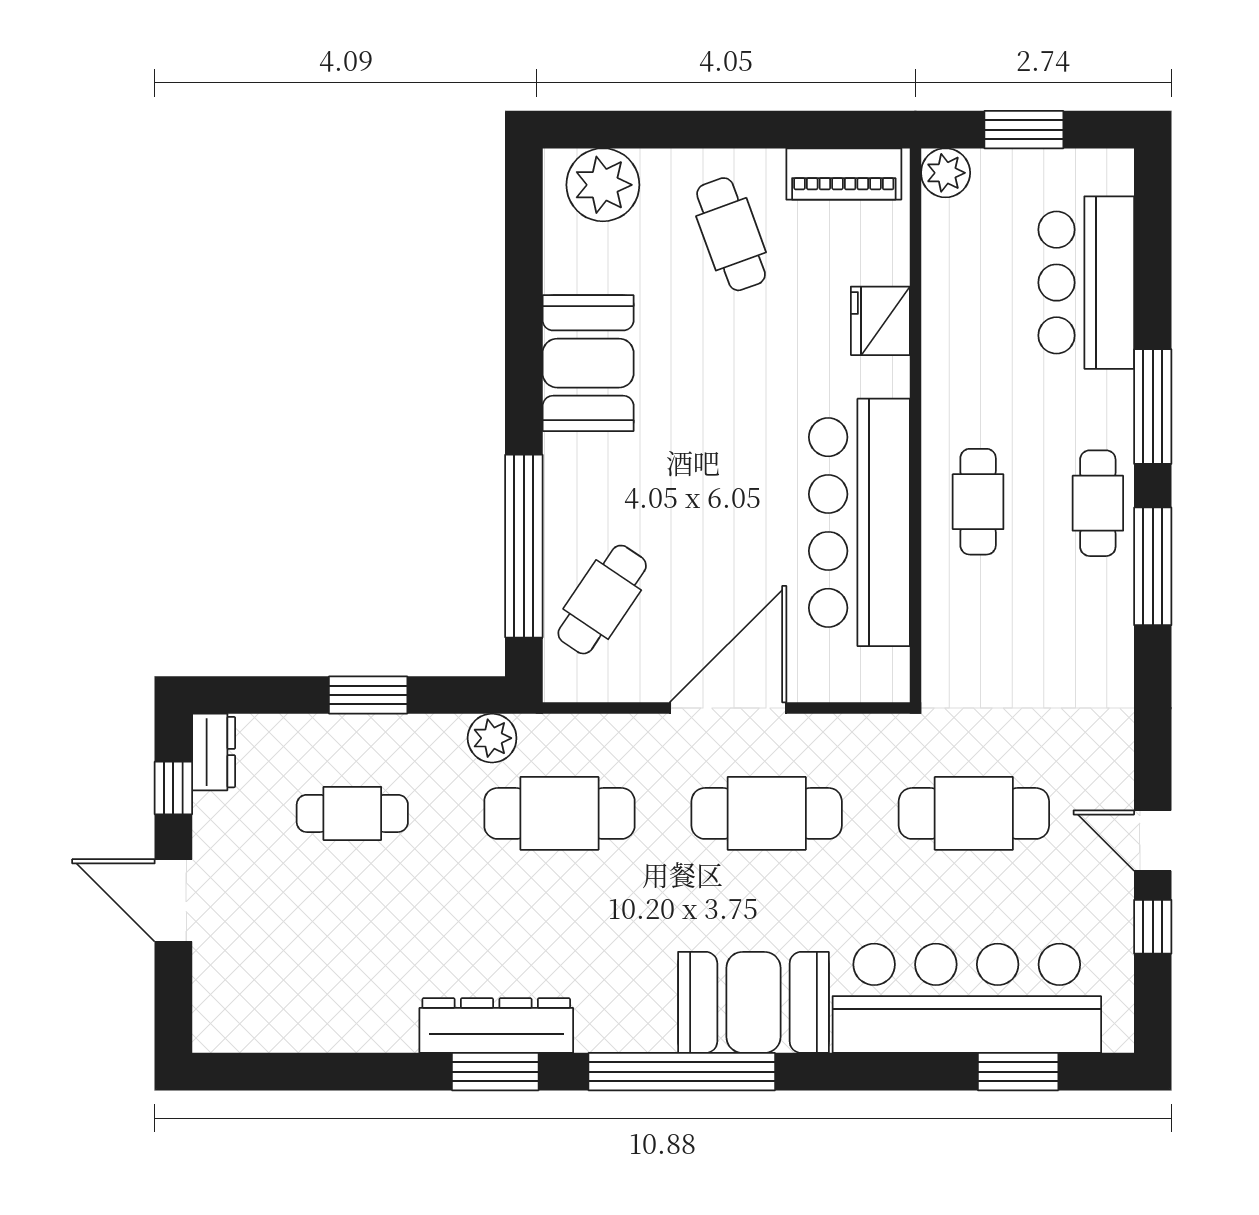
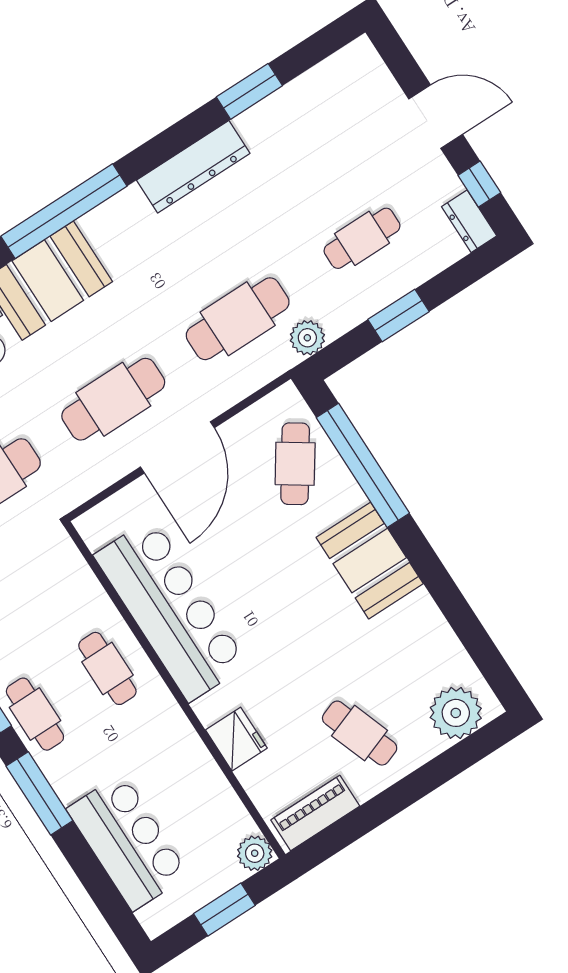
booth: (588, 363) -> (370, 561), moved
window: (495, 1072) -> (249, 91), moved

